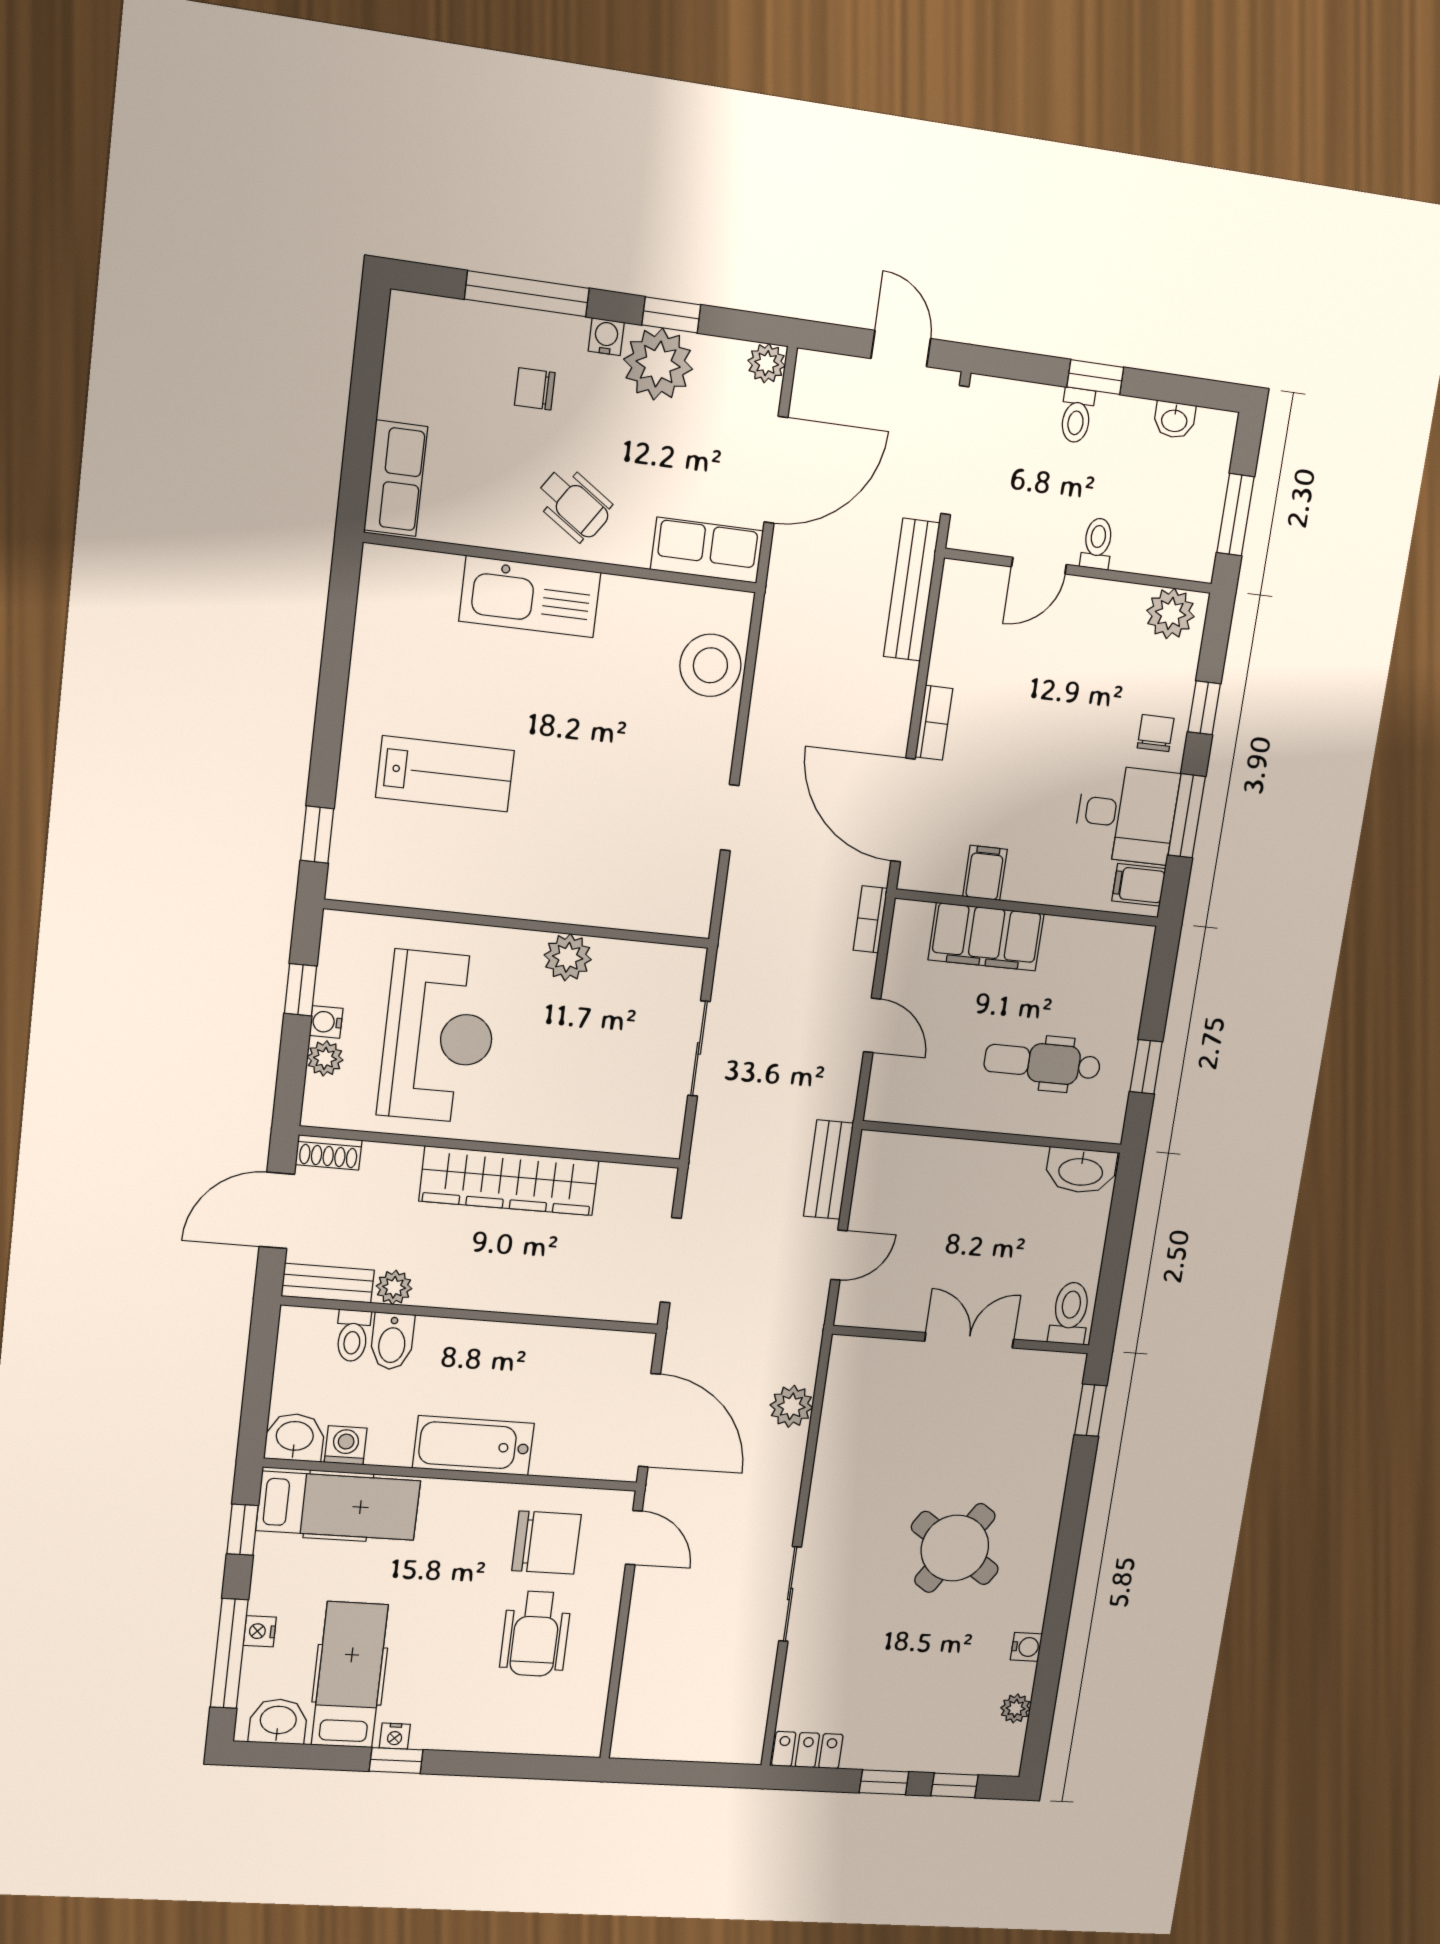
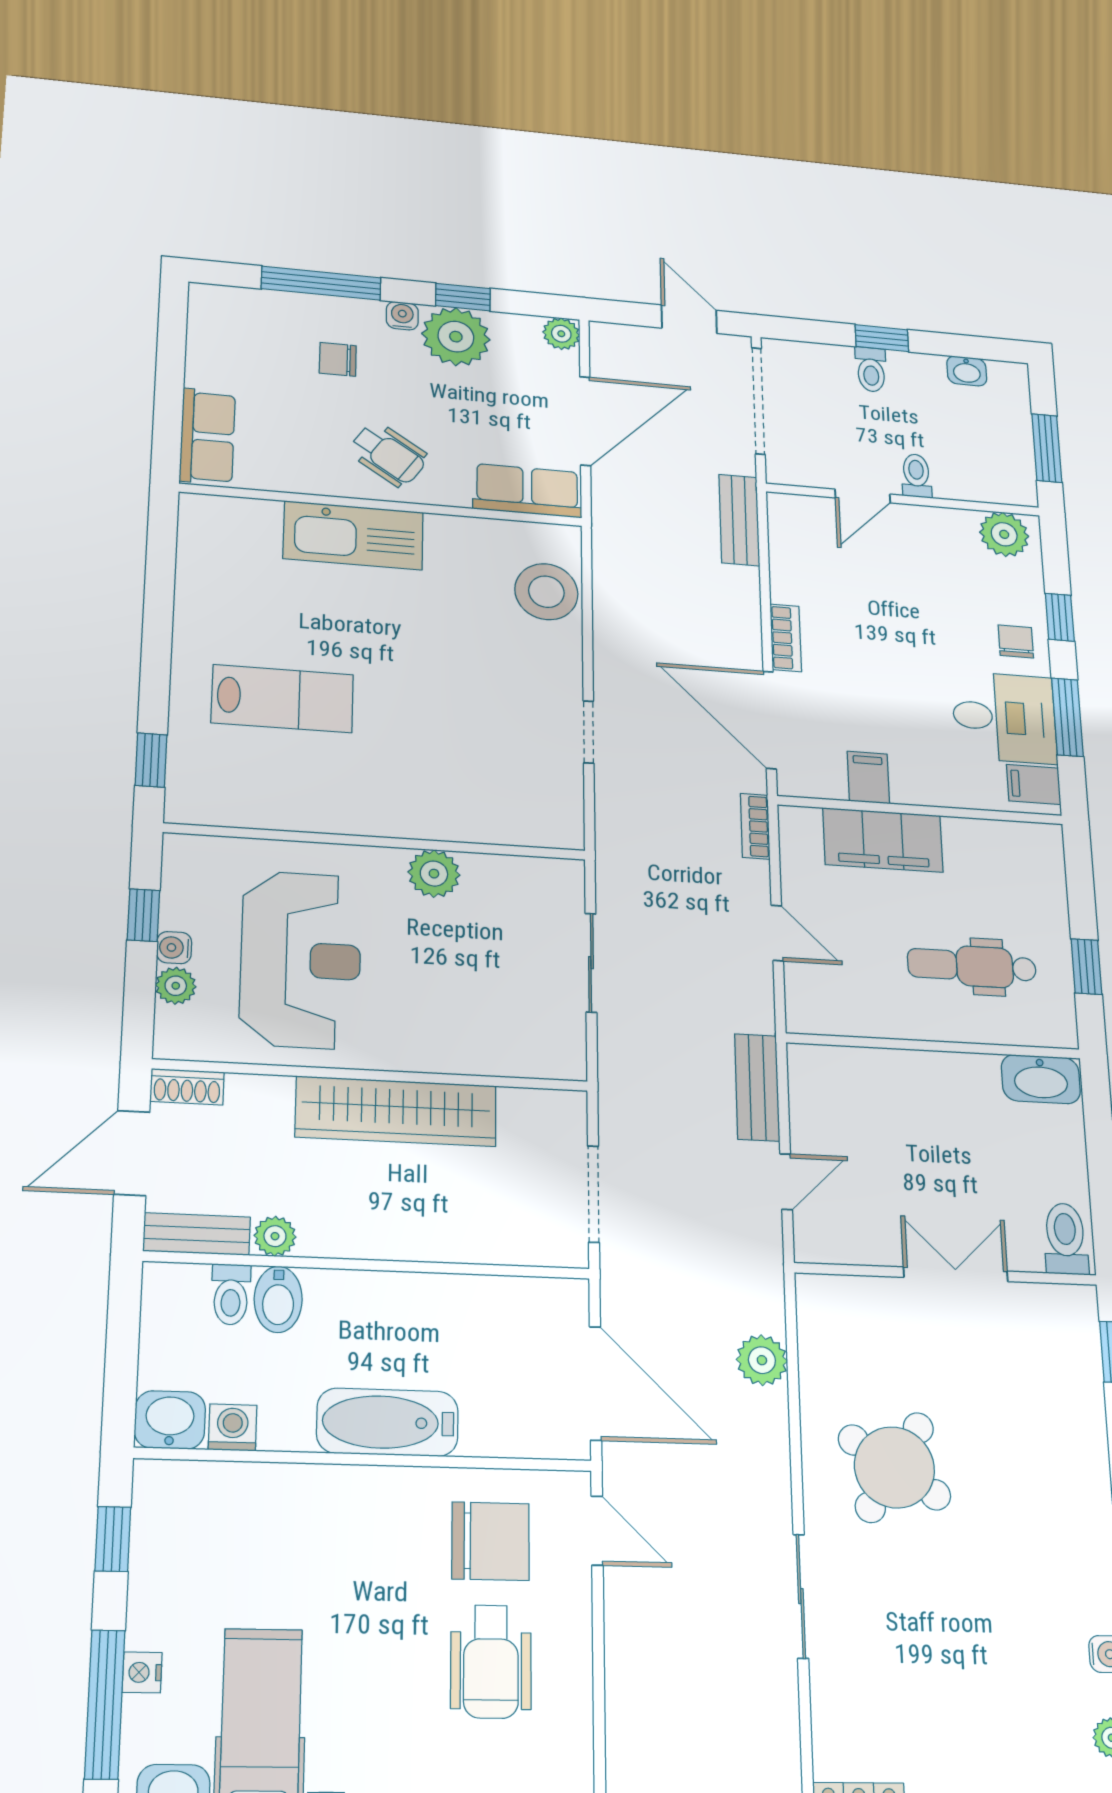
bench: (912, 590) -> (739, 520), width x0.73
hospital bed: (338, 1506) -> (229, 1504), removed
round table: (955, 1548) -> (894, 1467), moved

